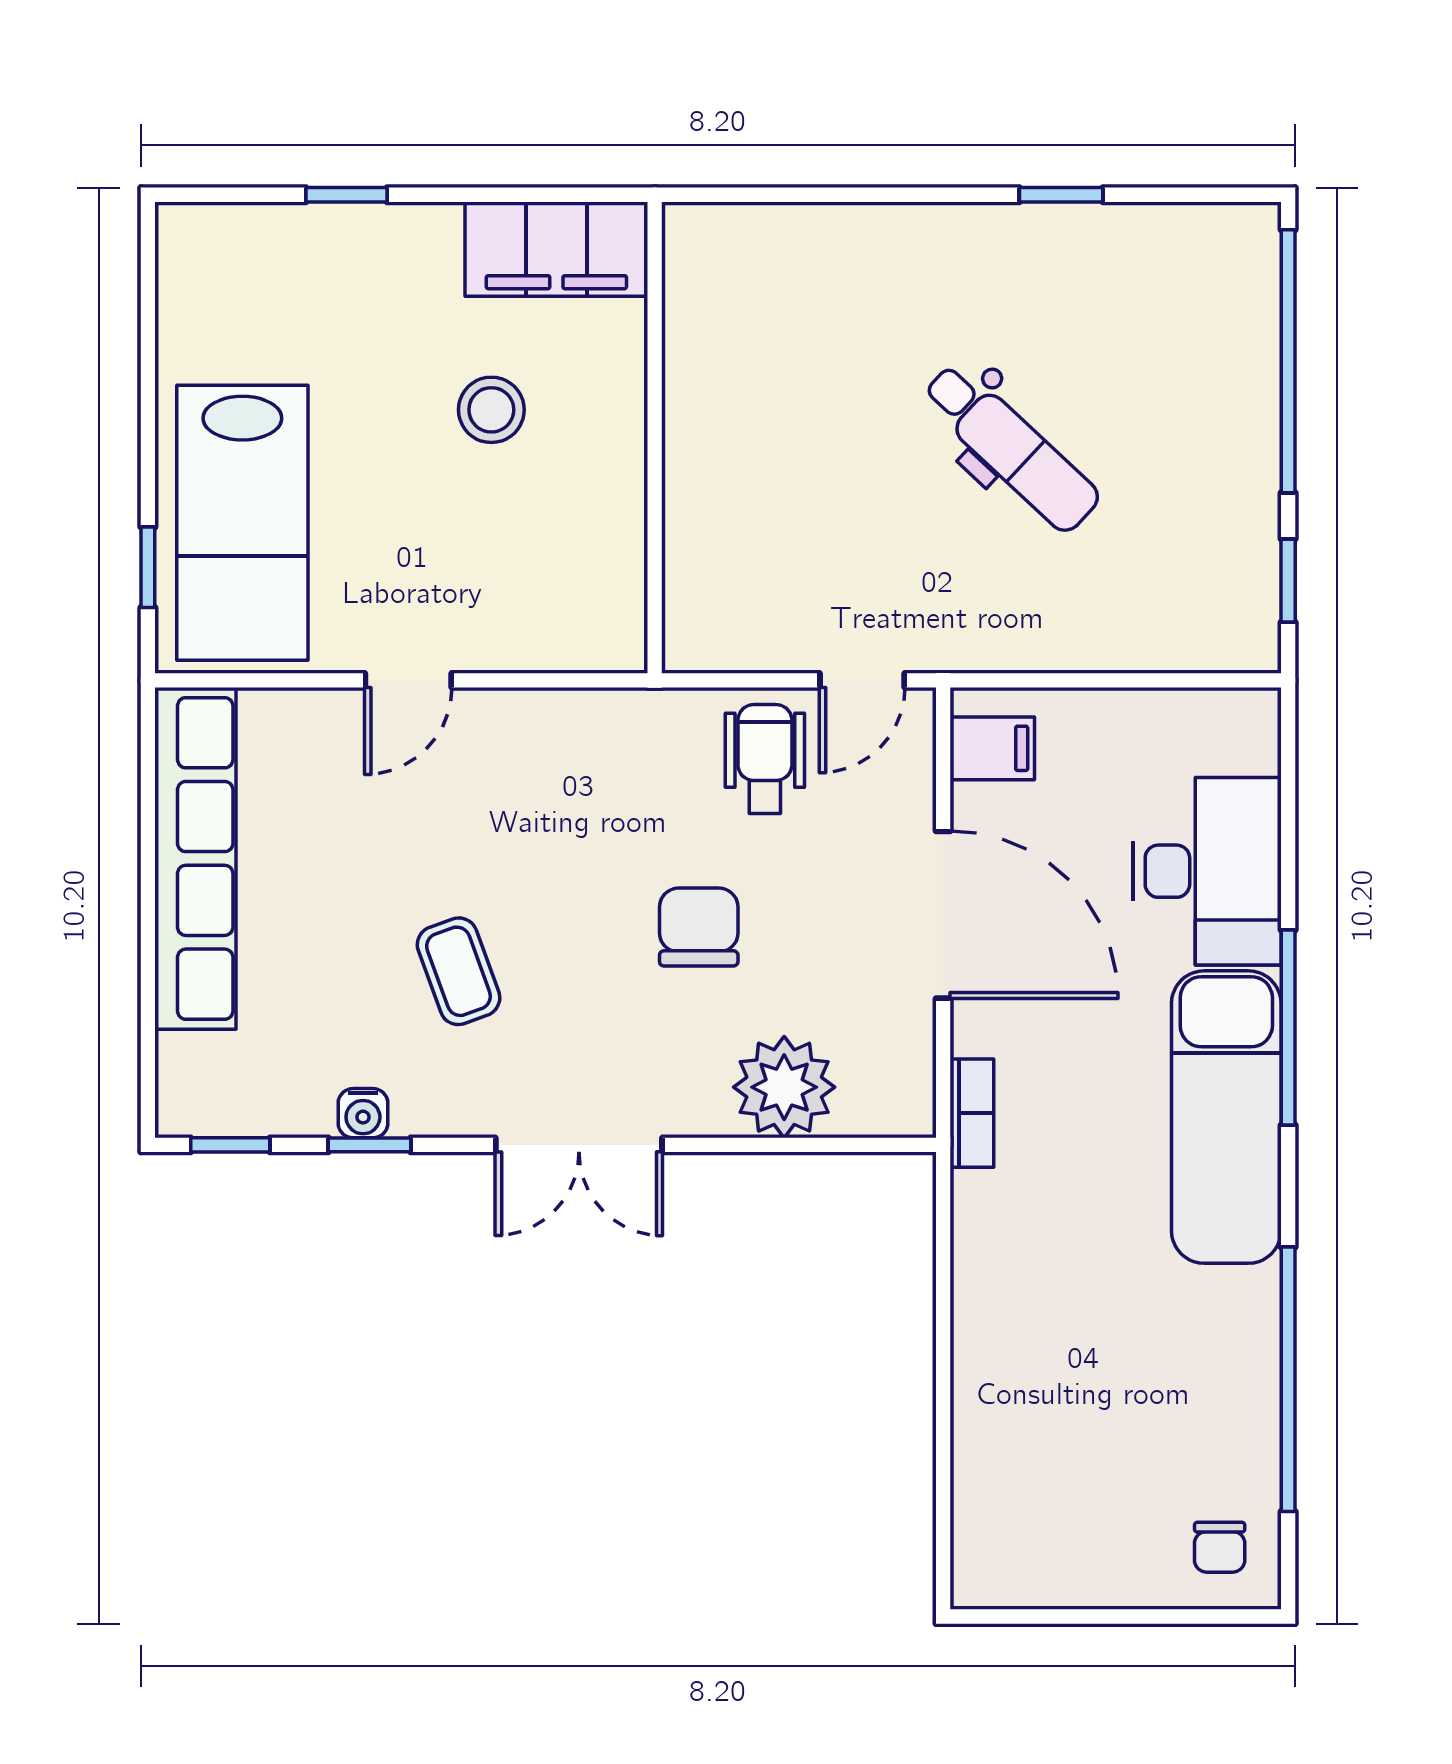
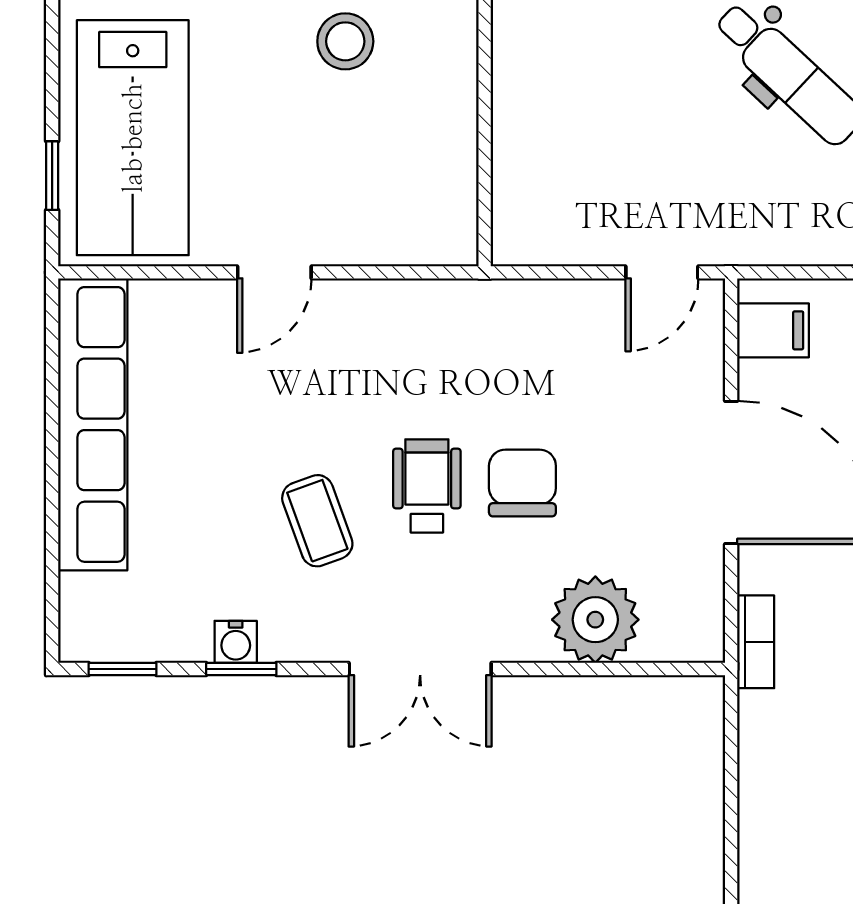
wheelchair: (765, 759) -> (427, 486), moved

